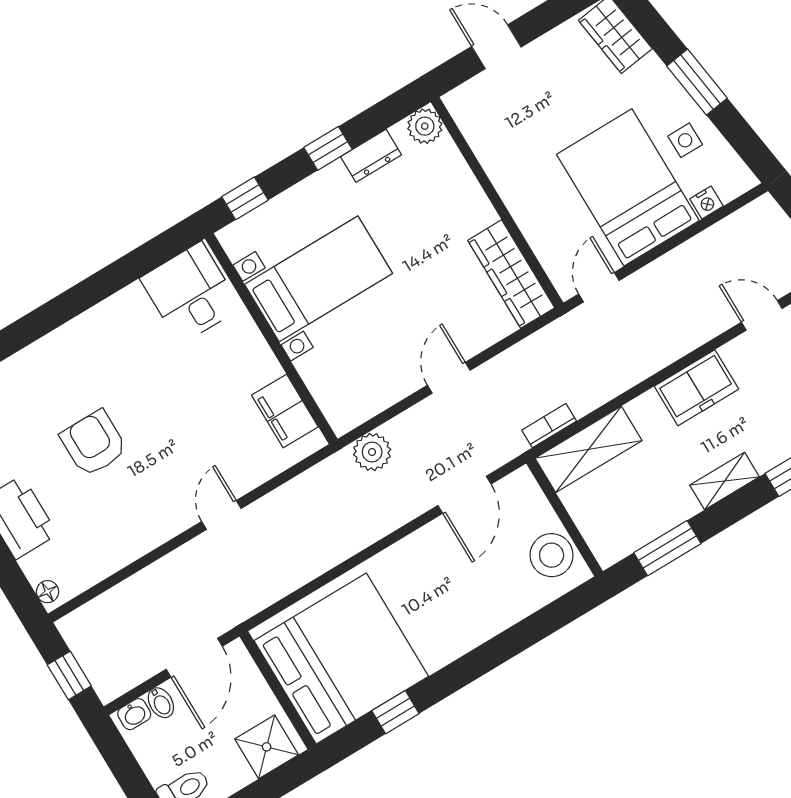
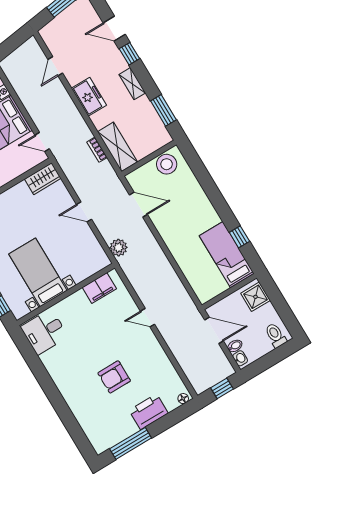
wardrobe: (511, 274) -> (43, 179), width x0.67
bookcase: (549, 426) -> (97, 150), moved
bed: (341, 659) -> (227, 255), width x0.49

